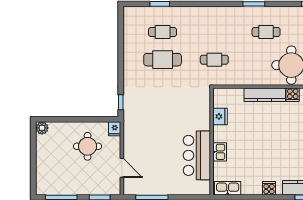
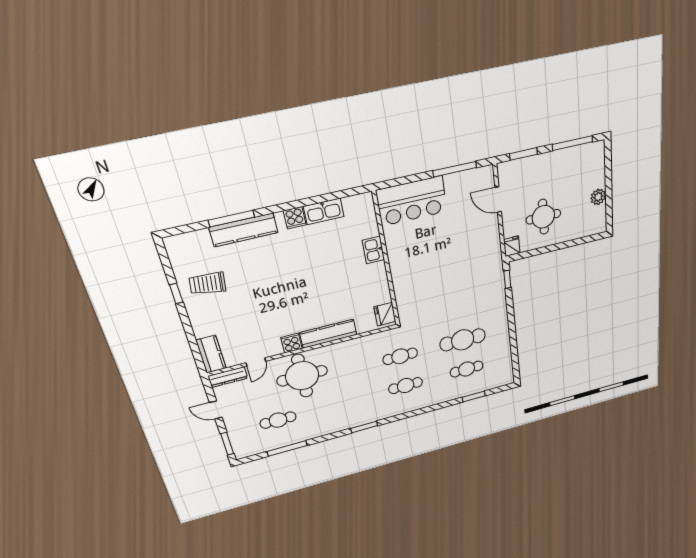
cafe table: (266, 32) -> (406, 386), moved
fridge: (220, 116) -> (385, 314), moved
plant: (42, 128) -> (598, 197), moved
bar counter: (197, 155) -> (412, 201), moved, turned 90
kitchen sink: (228, 188) -> (324, 211), moved

